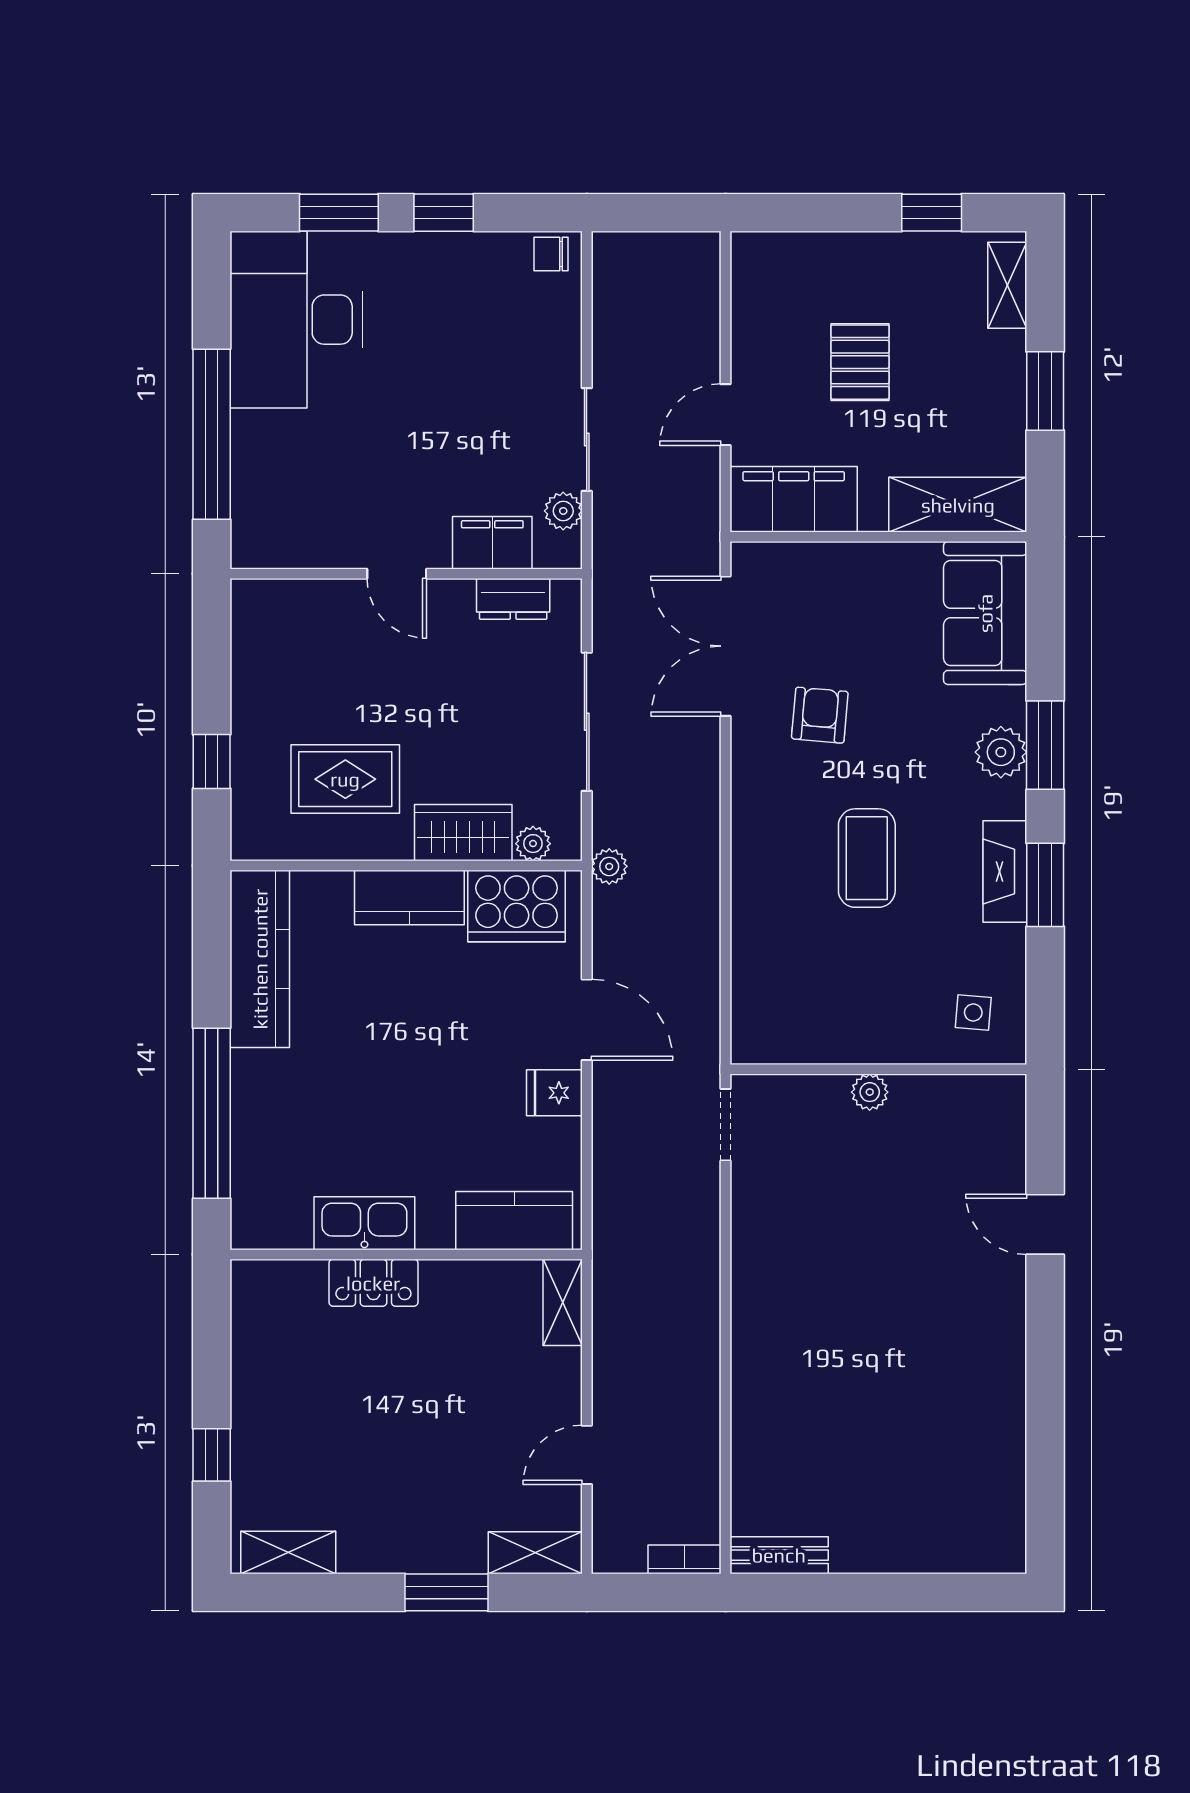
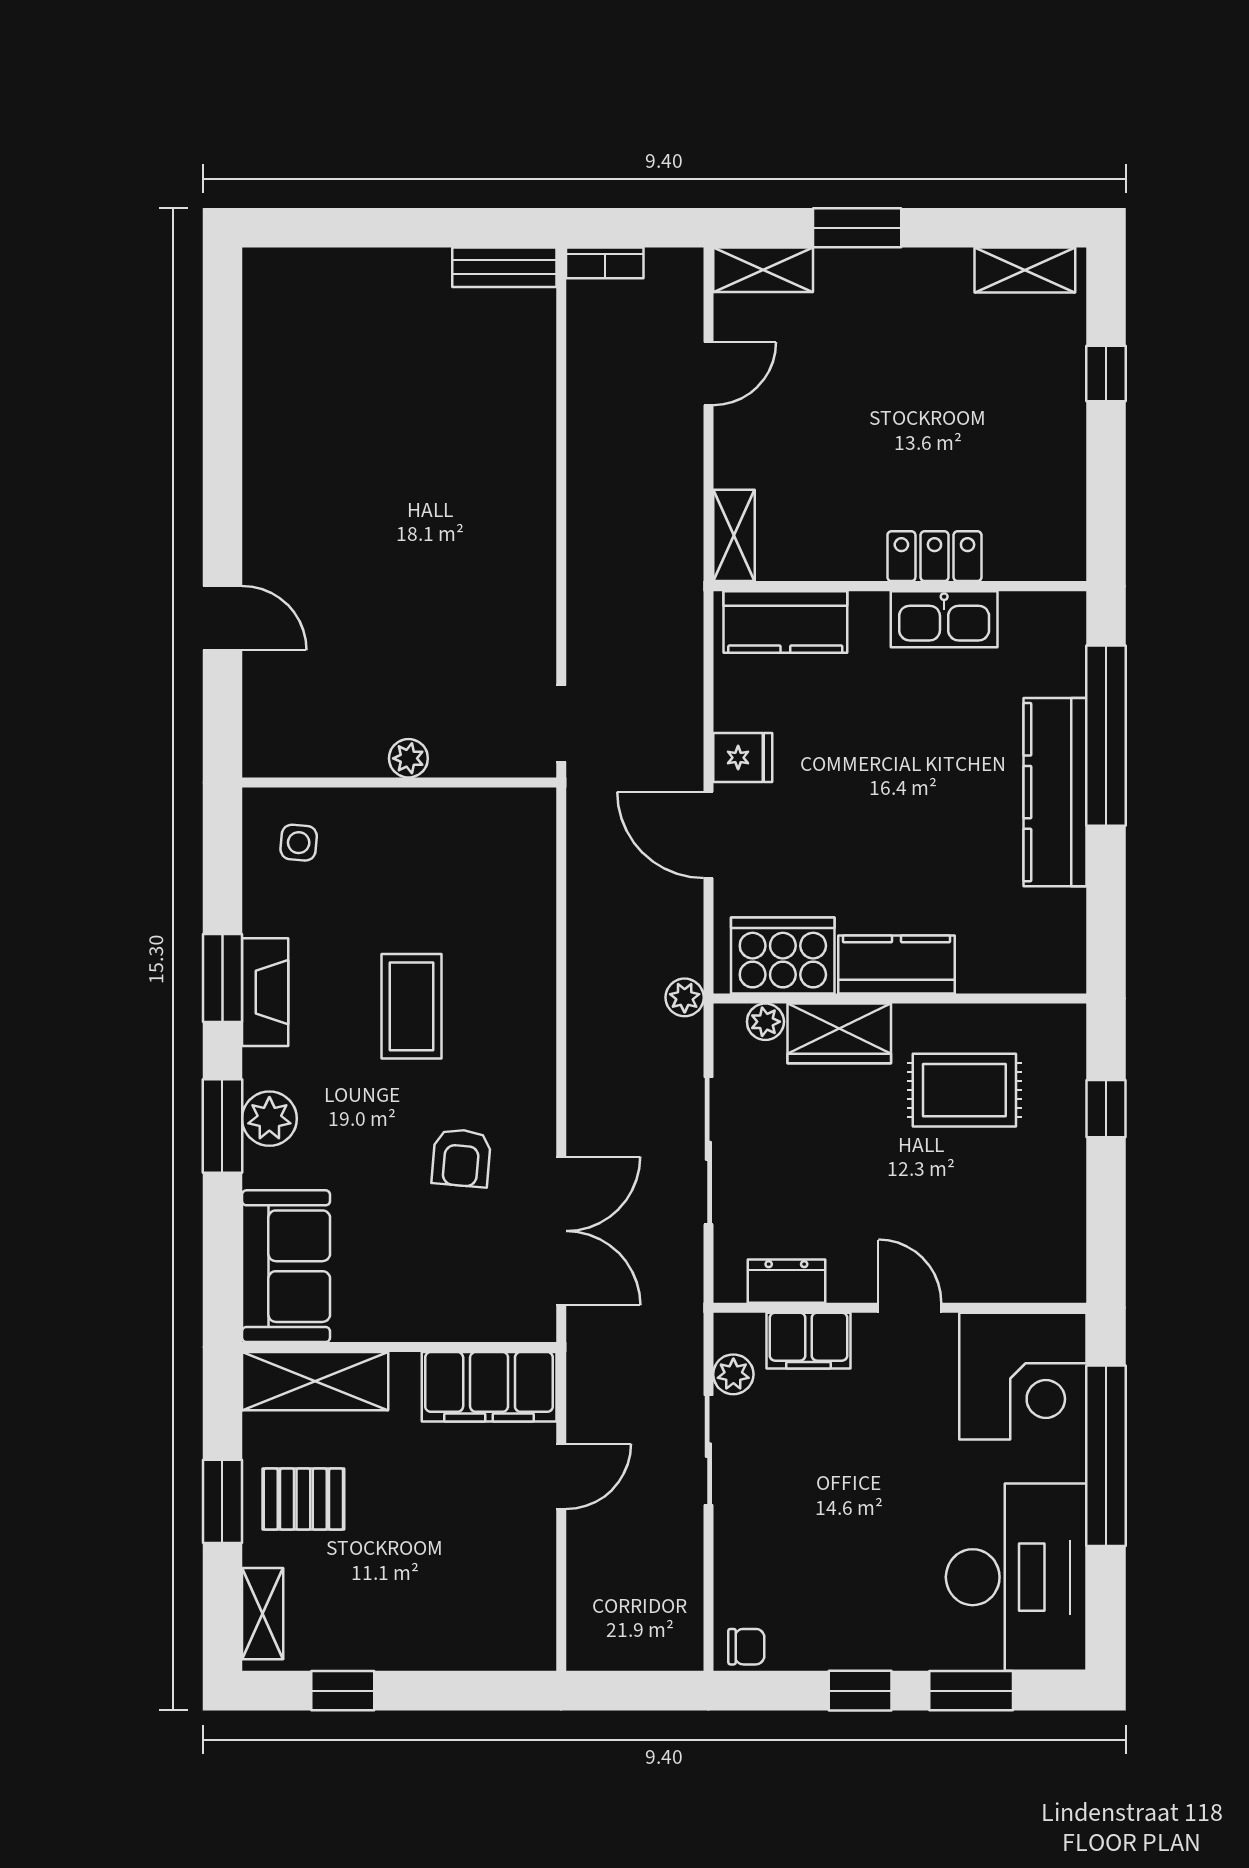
pallet: (860, 362) -> (303, 1499), moved, turned 90
corner desk: (290, 509) -> (1023, 1376), added
kitchen counter: (260, 959) -> (1055, 792), moved

